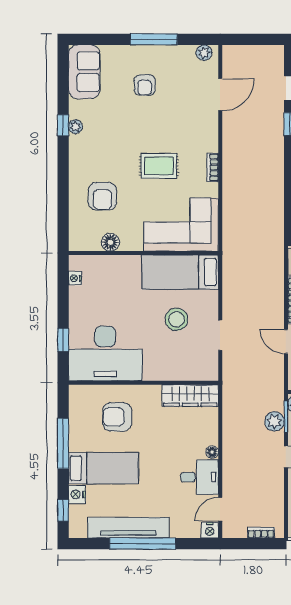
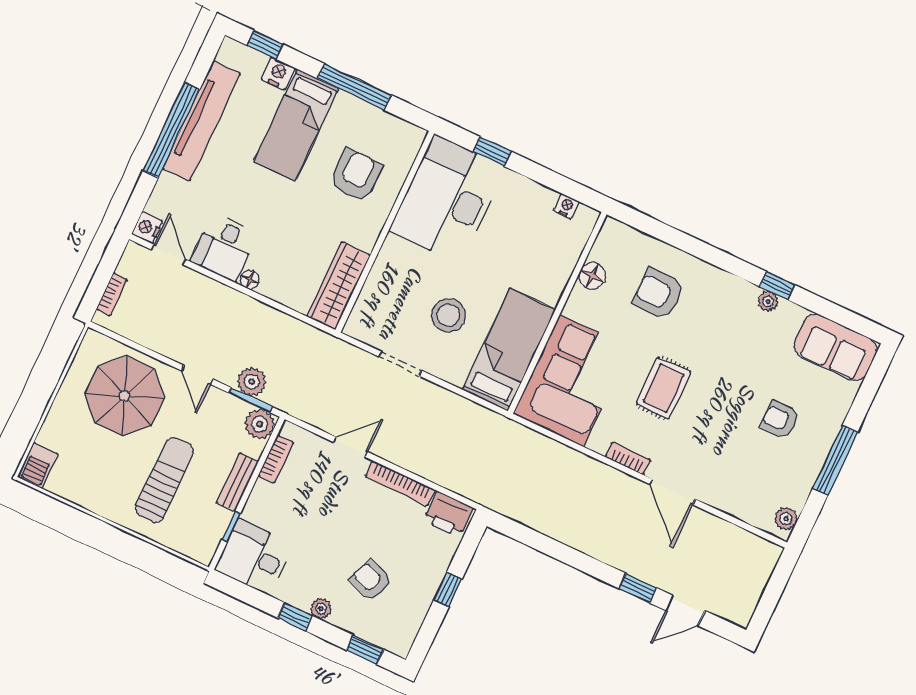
door: (220, 95) -> (673, 492), moved

